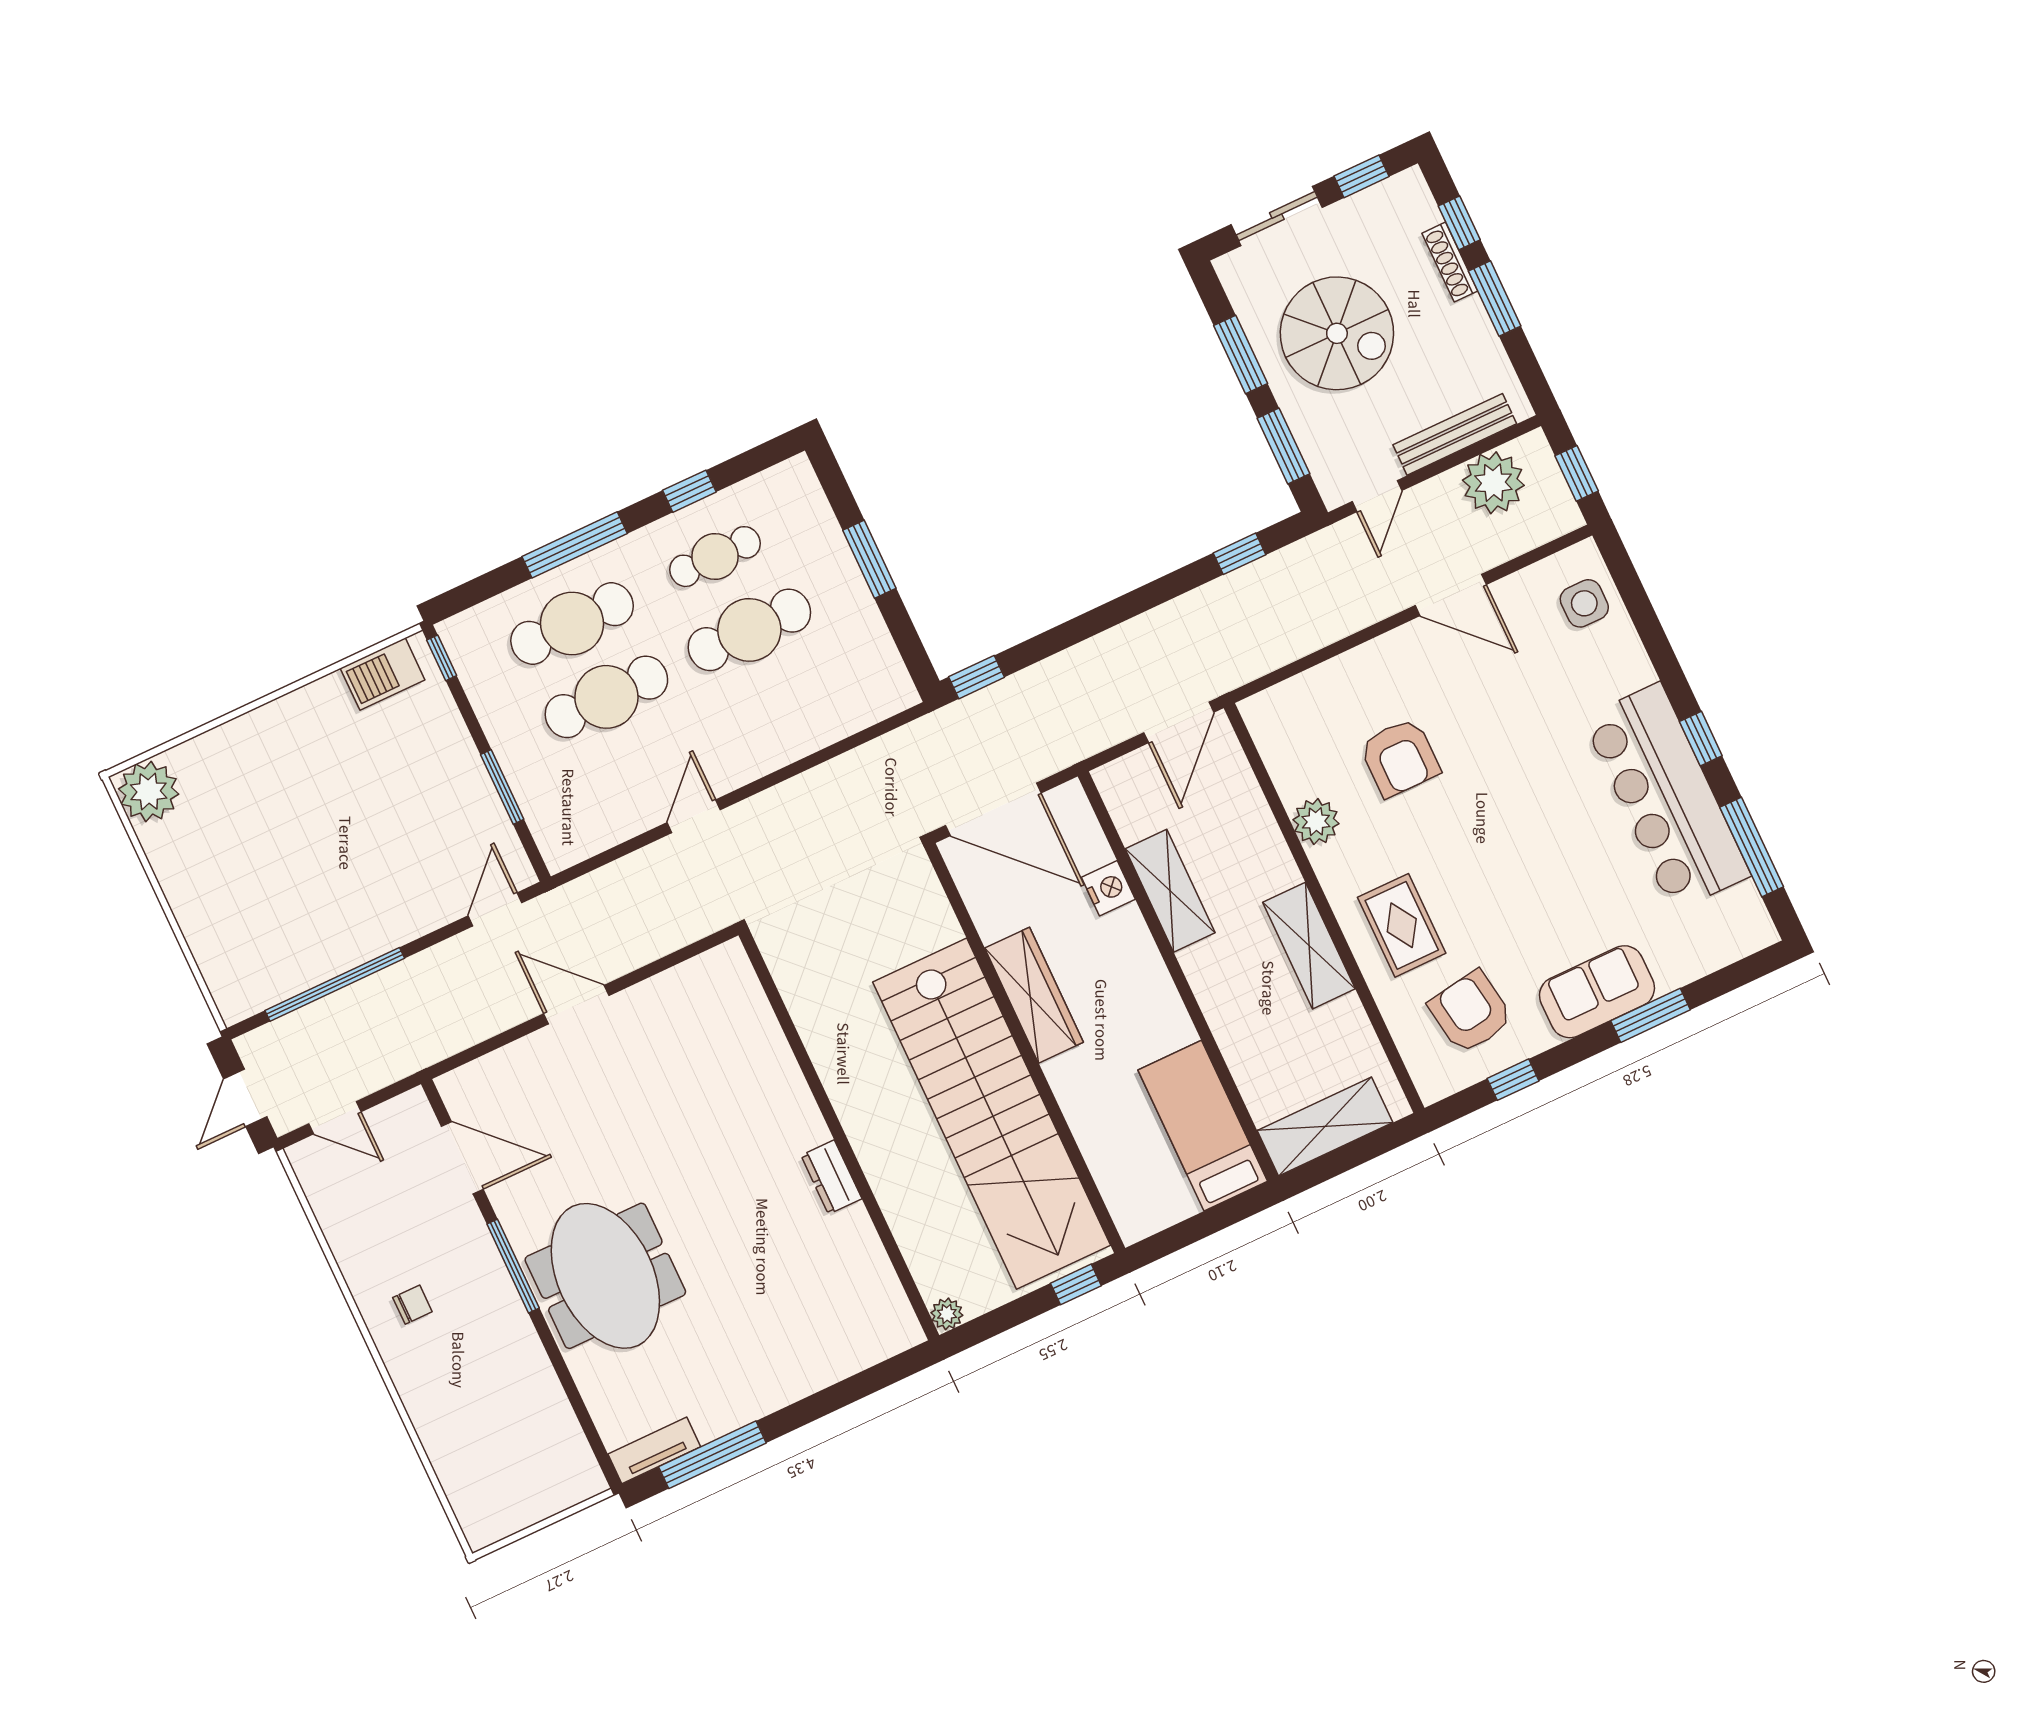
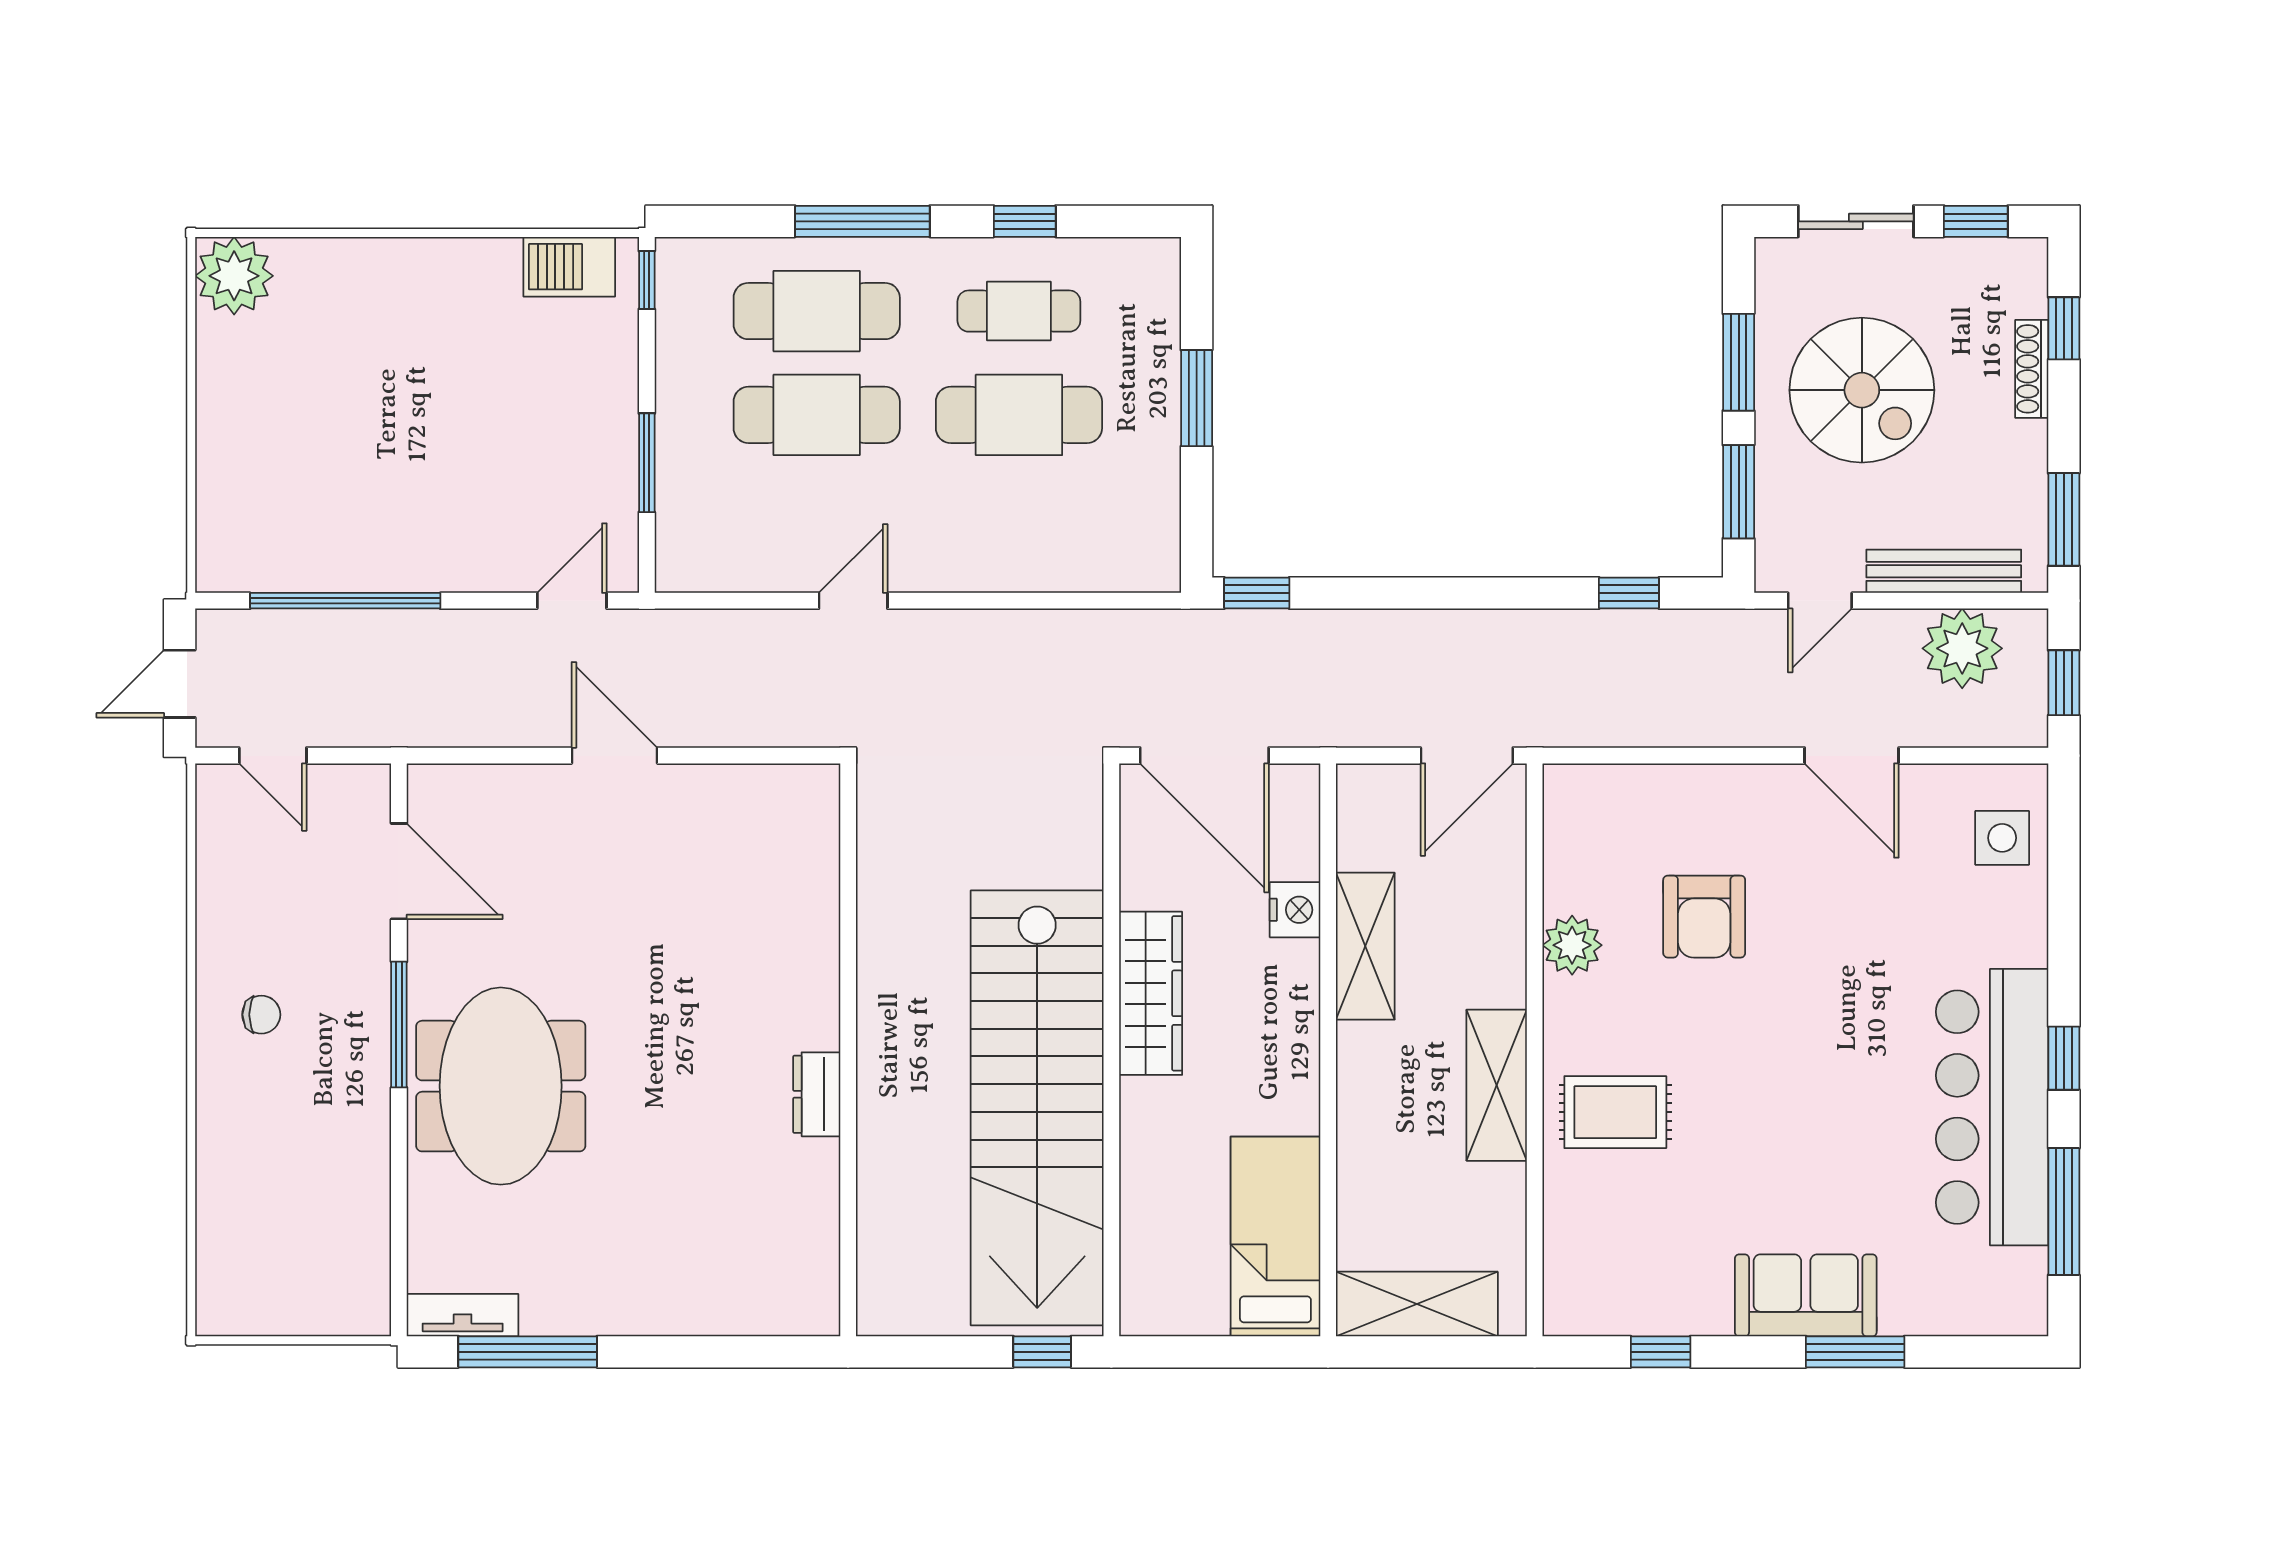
window: (1495, 299) -> (2064, 519), moved
rug: (1402, 925) -> (1615, 1112), turned 90
armchair: (1471, 1012) -> (1648, 1250), removed
plant: (947, 1314) -> (876, 1316), removed

